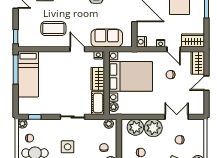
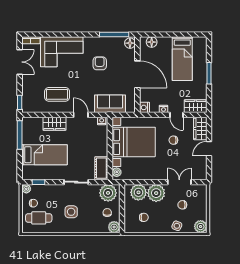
bed: (28, 74) -> (44, 155), moved, turned -90
wardrobe: (98, 79) -> (54, 124), moved, turned -90
plant: (109, 124) -> (108, 193), width x1.88, depth x1.88

